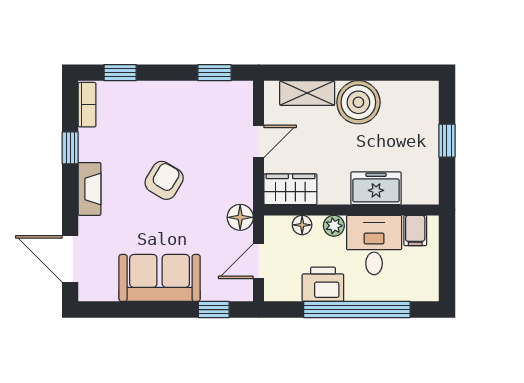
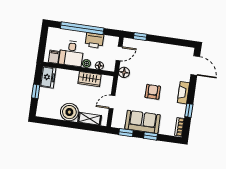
window: (120, 73) -> (151, 136), moved
armchair: (164, 180) -> (153, 92), turned 149
freezer: (376, 188) -> (48, 77), moved, turned -90
wardrobe: (290, 189) -> (89, 79), moved
sofa: (160, 278) -> (143, 122), moved, turned 180

